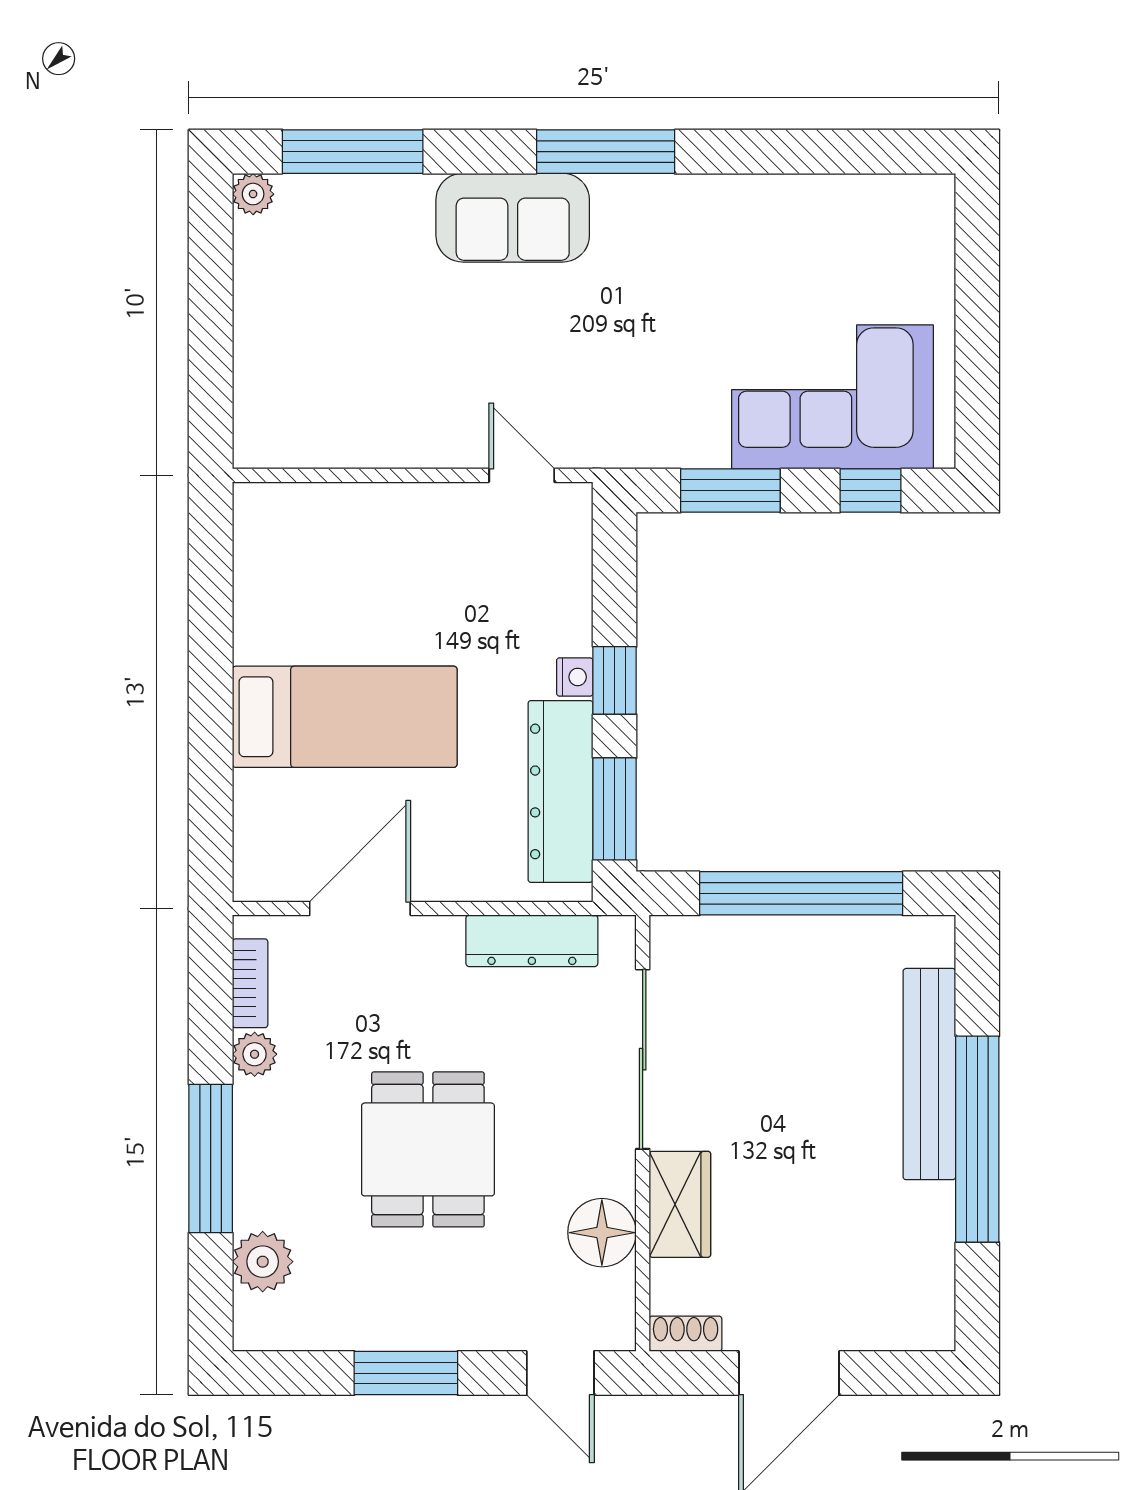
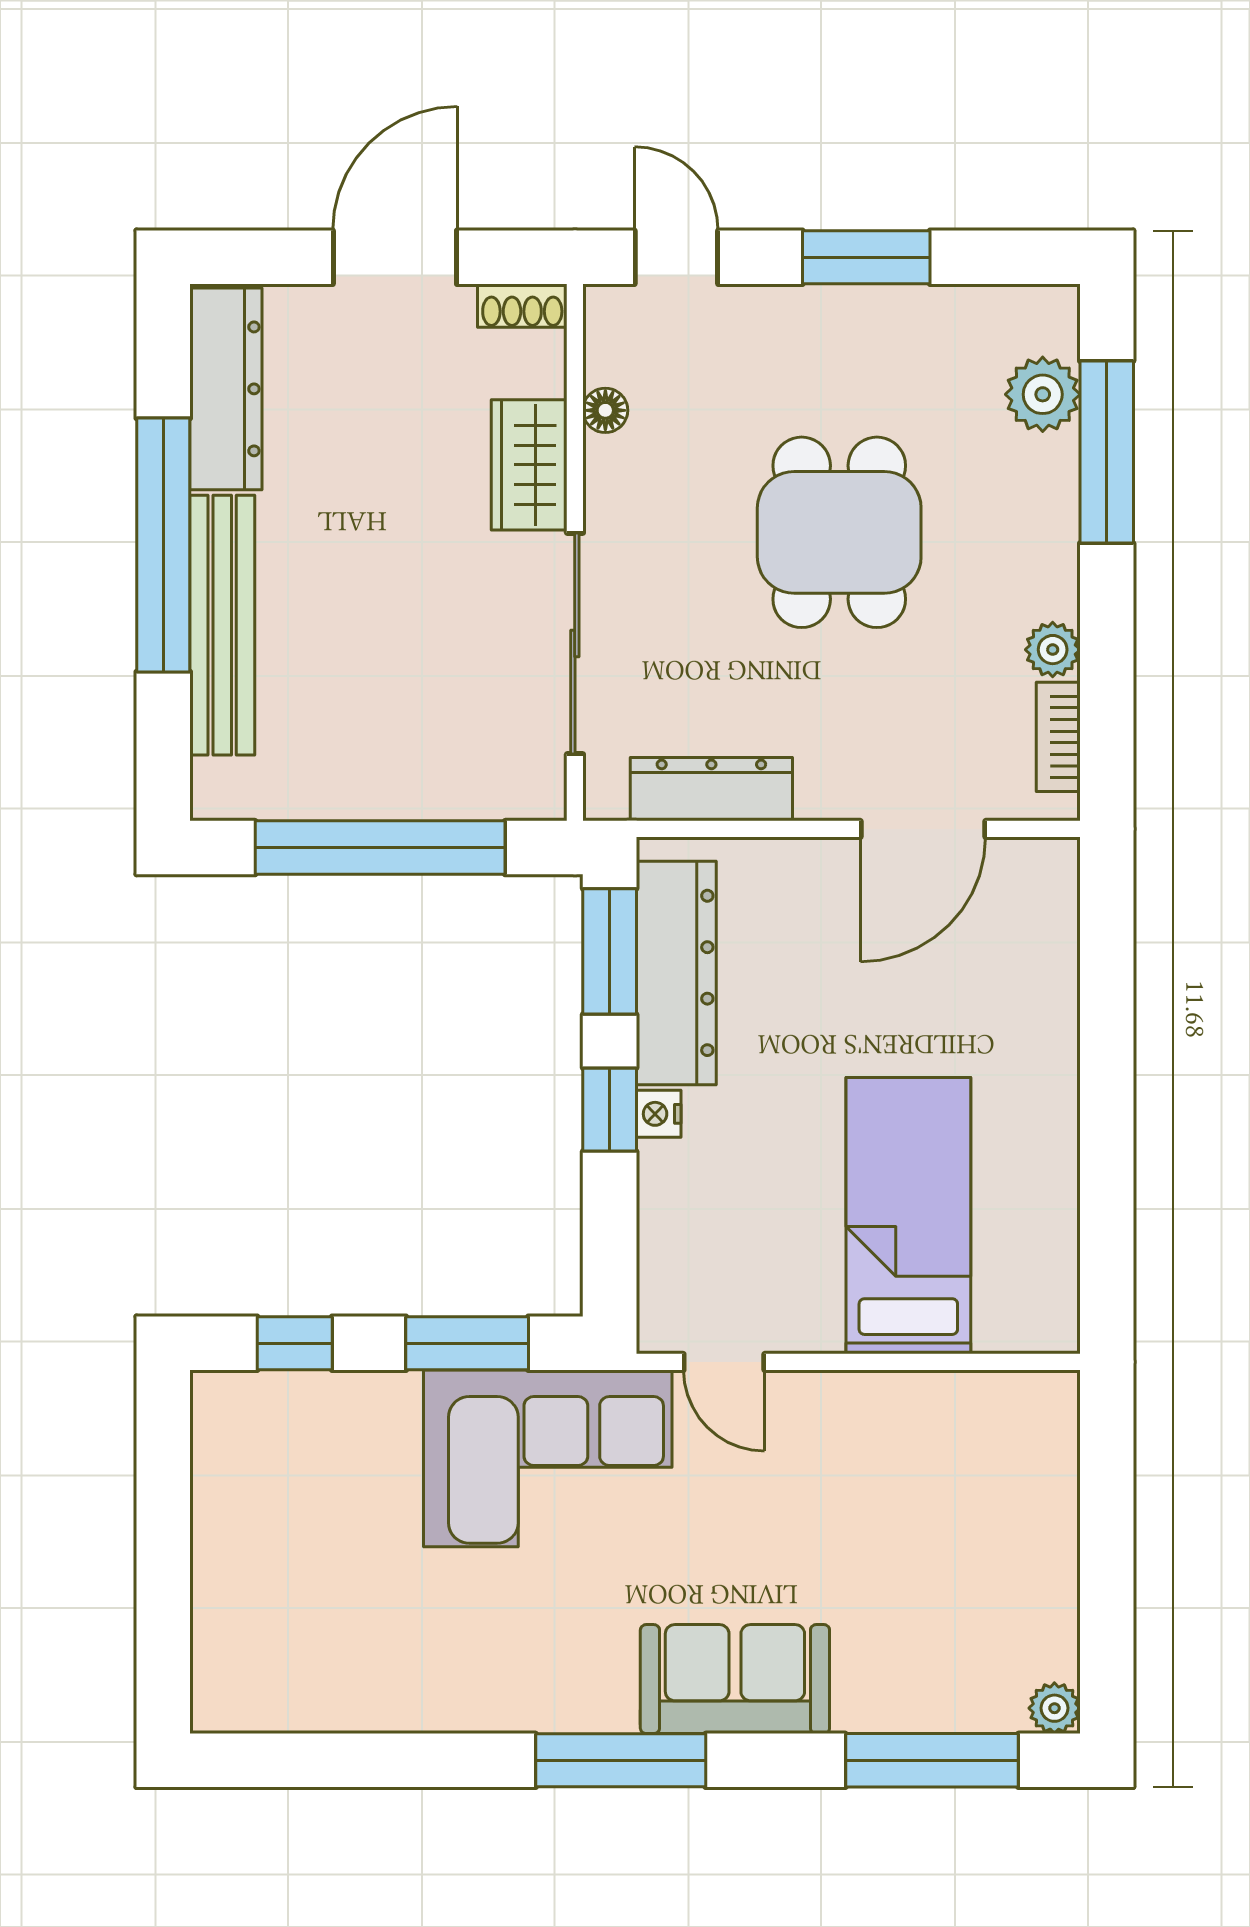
corner sofa: (832, 397) -> (548, 1458), moved
bed: (345, 717) -> (908, 1216), moved, turned 90
window: (211, 1158) -> (1107, 452), moved
floor lamp: (602, 1233) -> (605, 410), width x0.53, depth x0.53
dresser: (926, 1266) -> (226, 389), added

